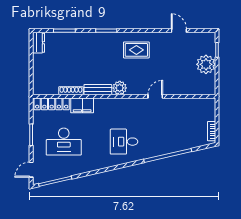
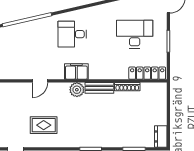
rug: (136, 50) -> (44, 125), moved
filing cabinet: (82, 105) -> (76, 72), moved
desk: (124, 142) -> (72, 34), turned 180

